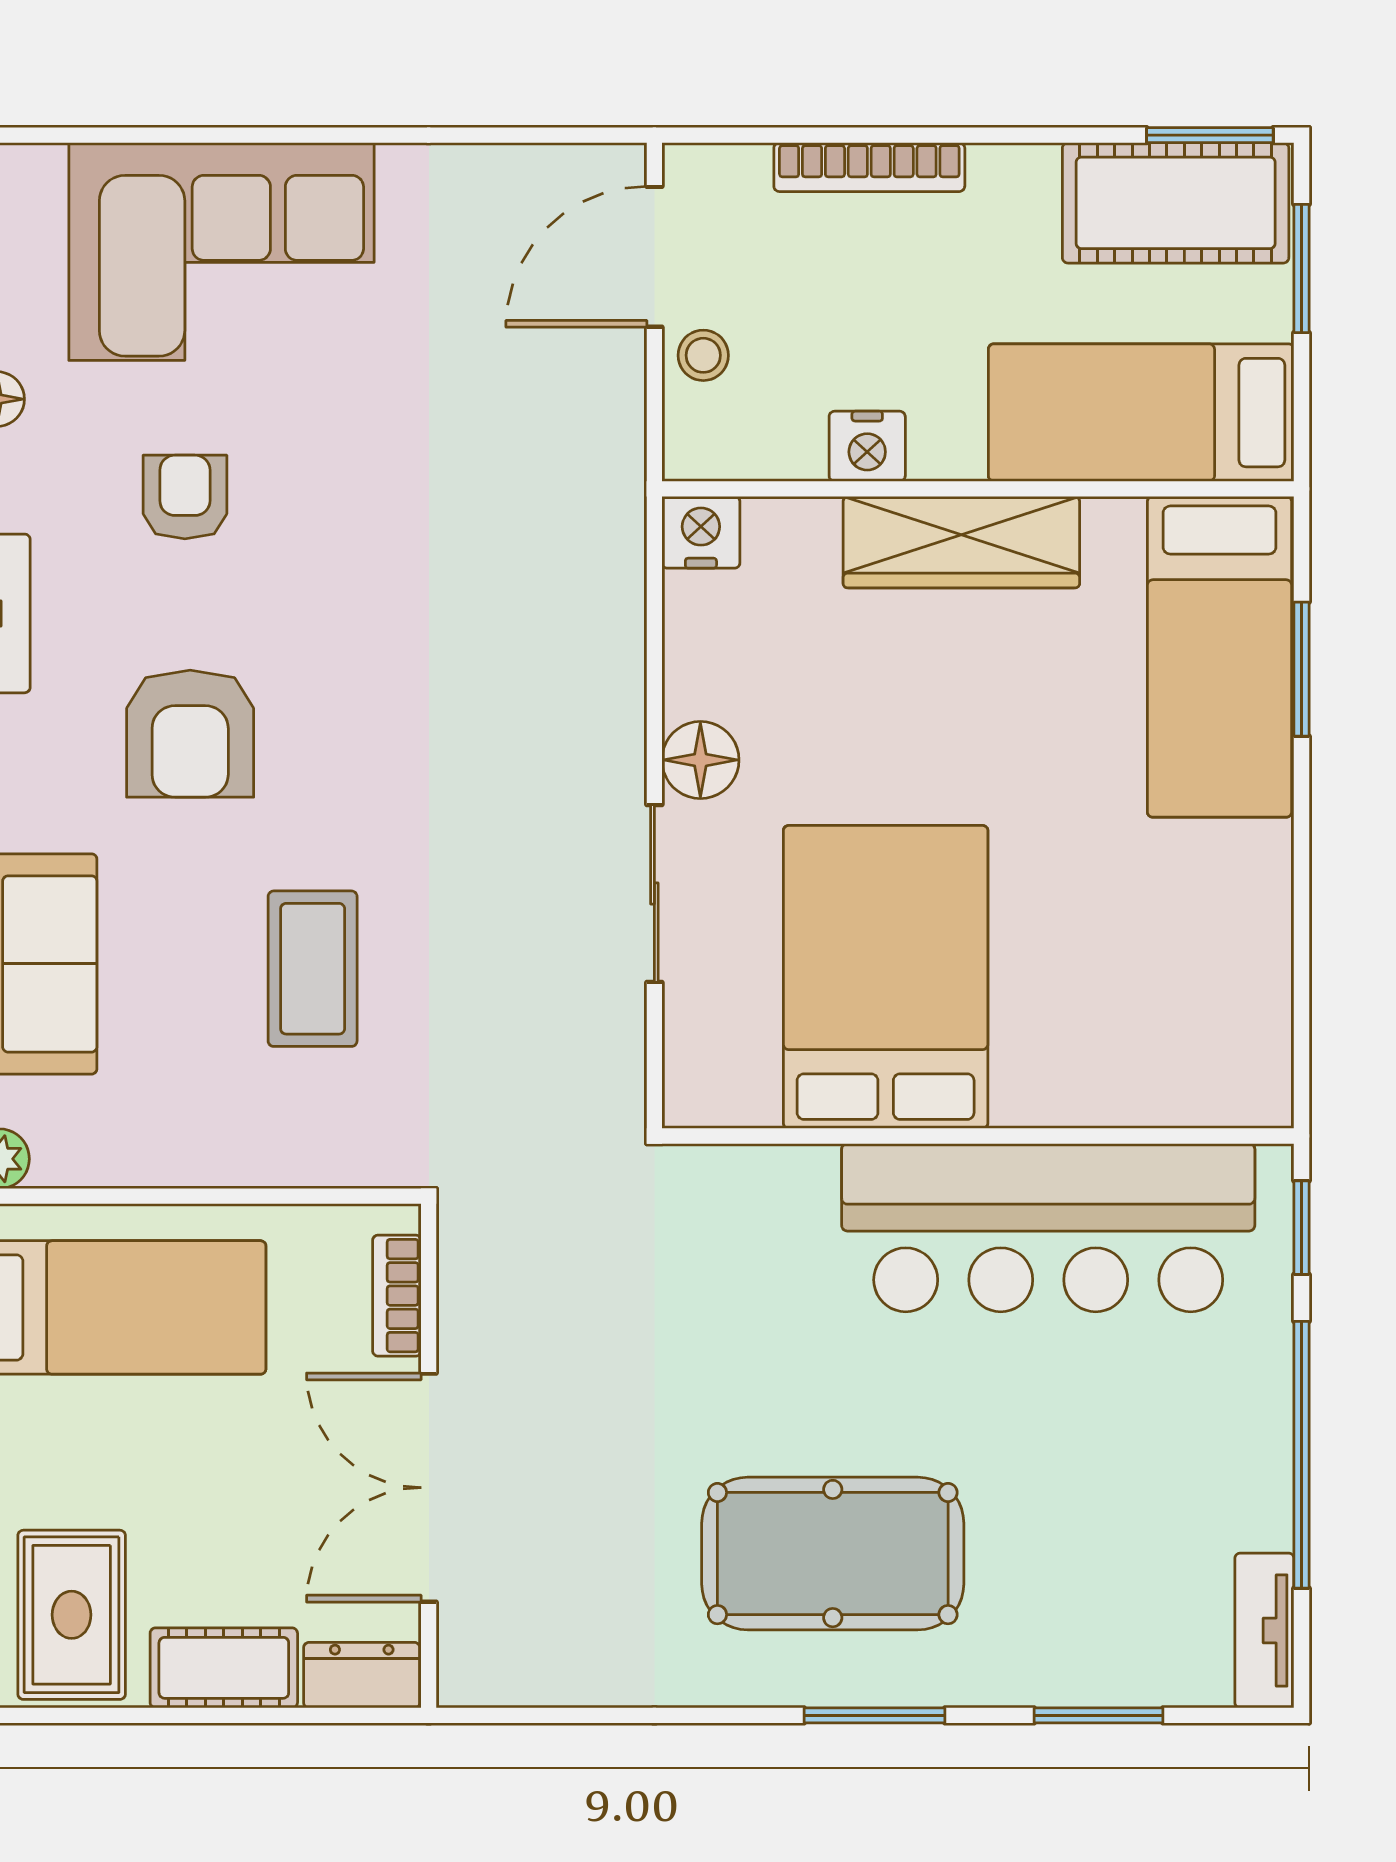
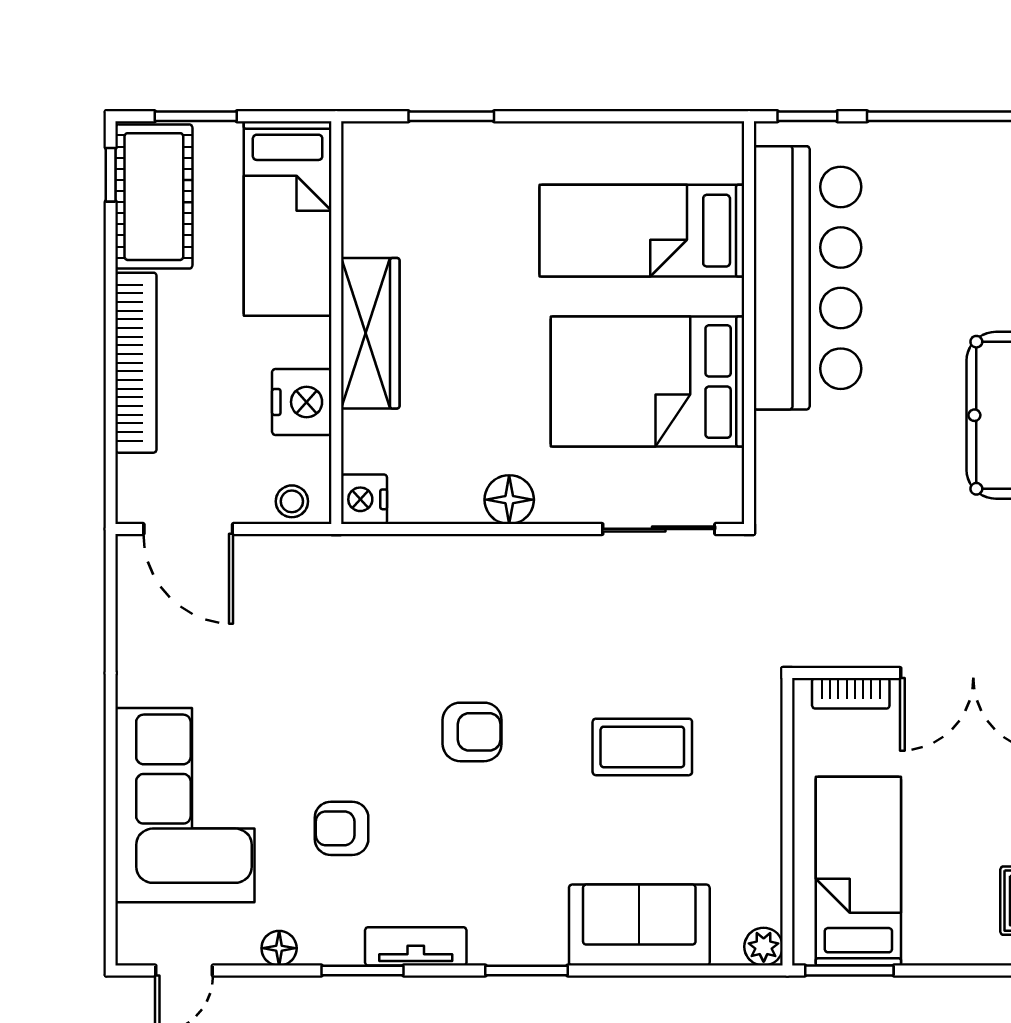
window: (1210, 135) -> (111, 175), width x0.67
bookcase: (869, 167) -> (136, 363), width x1.48, depth x1.31
stool: (703, 355) -> (292, 501), moved
nightstand: (867, 446) -> (302, 402), width x1.36, depth x1.33
bed: (1220, 657) -> (642, 231), moved, turned 180
armchair: (190, 734) -> (472, 732), moved, width x0.72, depth x0.72
sliding door: (654, 893) -> (659, 529), moved

